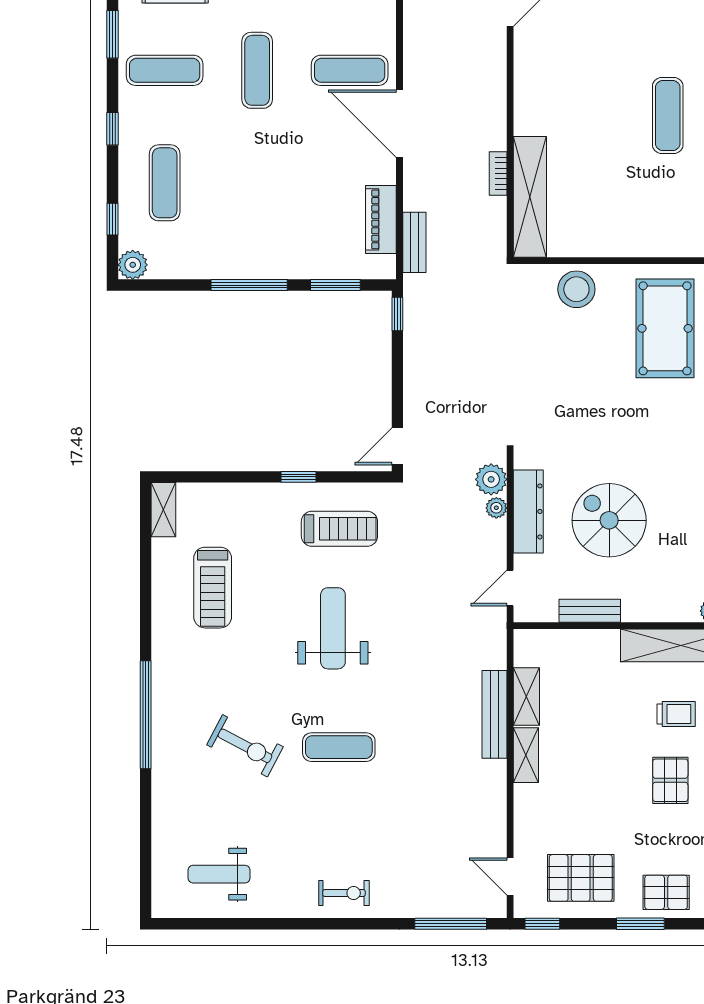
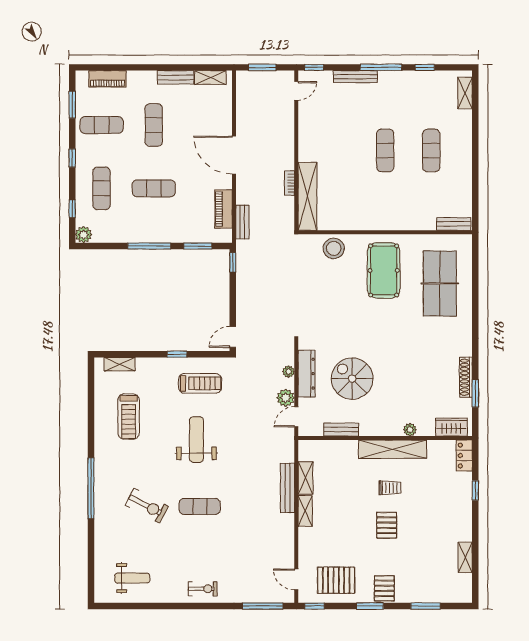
exercise mat: (350, 70) -> (154, 188), moved
plant: (491, 479) -> (286, 398), moved
shelving: (163, 510) -> (120, 364), moved, turned 90
weight bench: (219, 874) -> (132, 578), turned 180
pallet: (666, 892) -> (384, 588), turned 90

